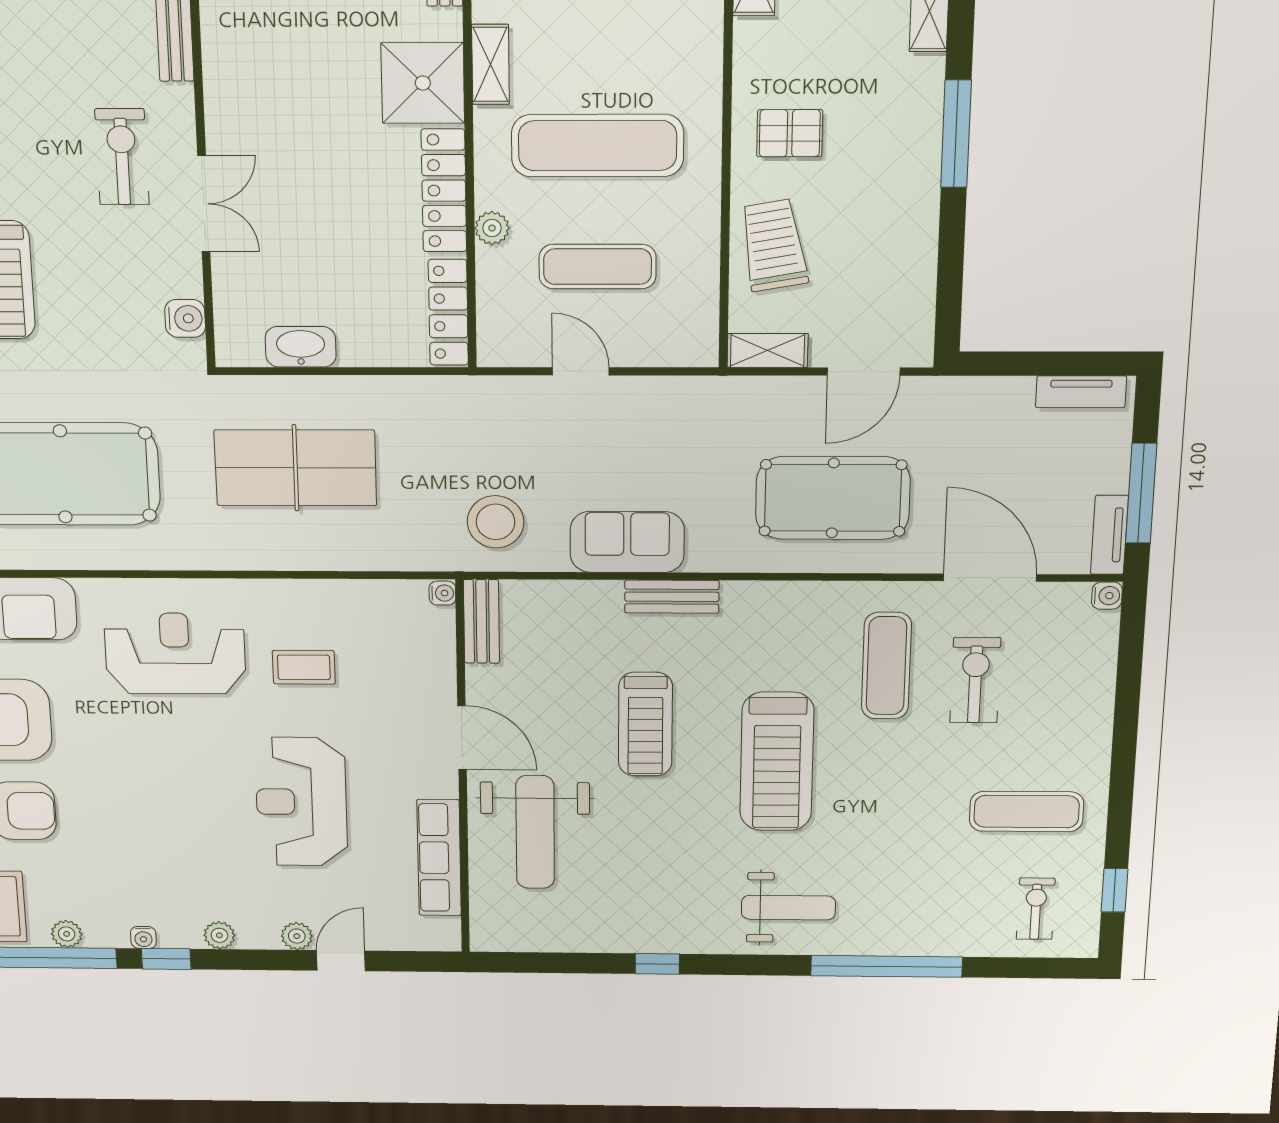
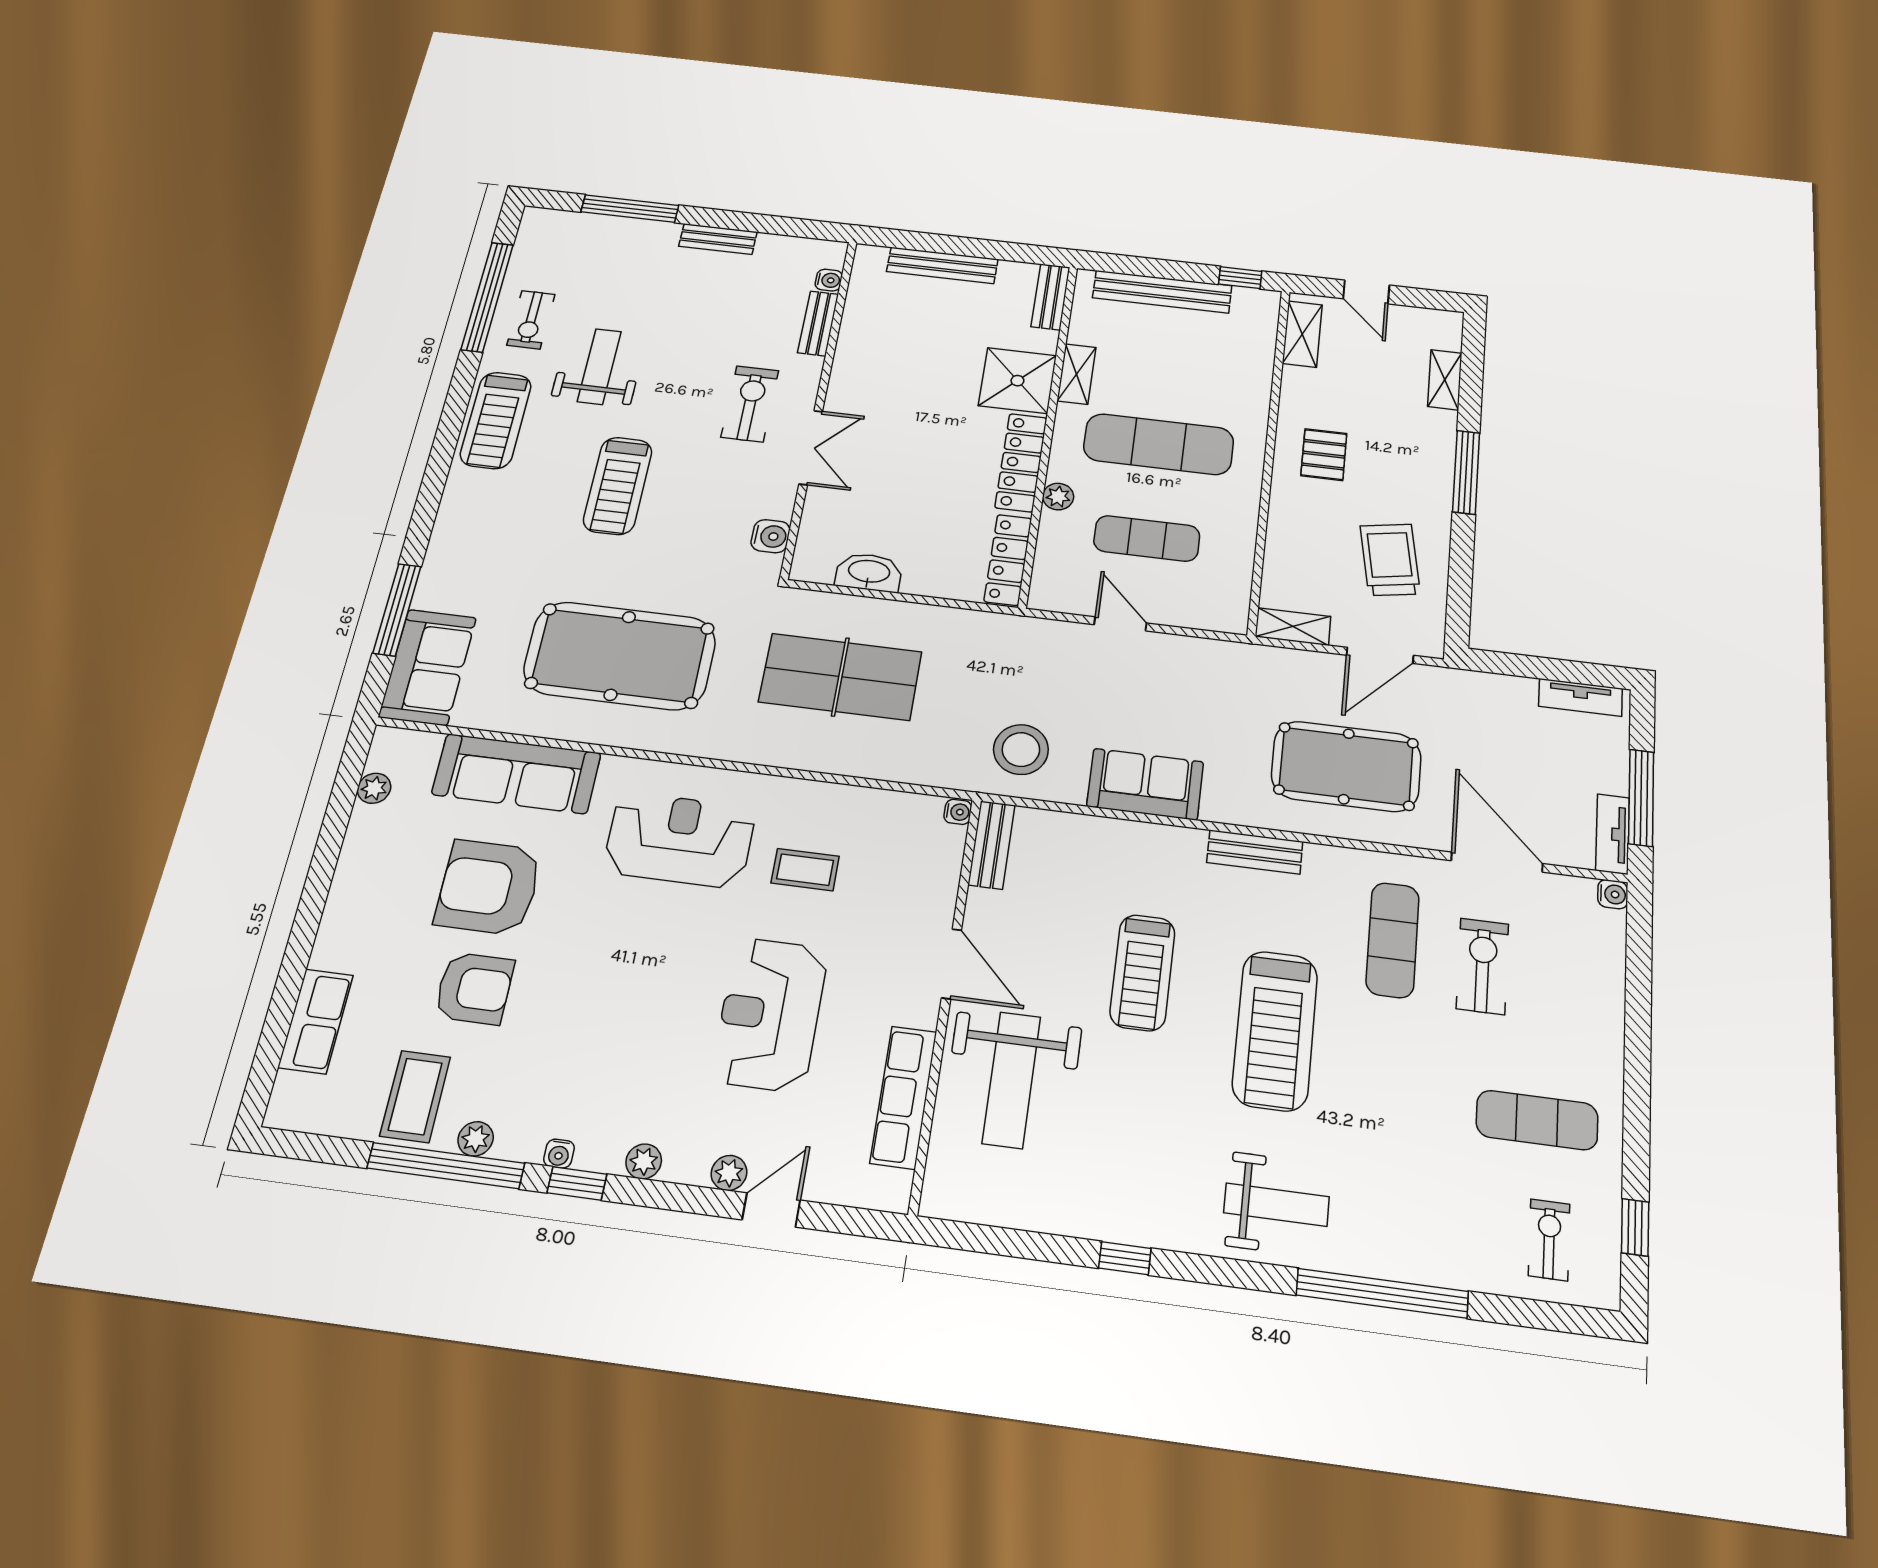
pallet: (790, 133) -> (1324, 455), turned 90
trolley: (774, 245) -> (1390, 560), moved
bench: (672, 597) -> (1255, 852), moved

